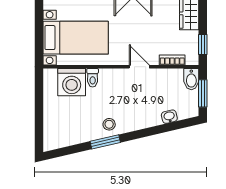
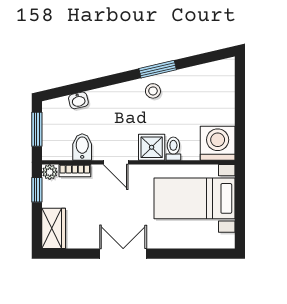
plant: (192, 59) -> (50, 172), added
shower: (110, 79) -> (152, 147), added
bidet: (191, 79) -> (82, 147), moved
washing machine: (72, 82) -> (218, 143), moved

